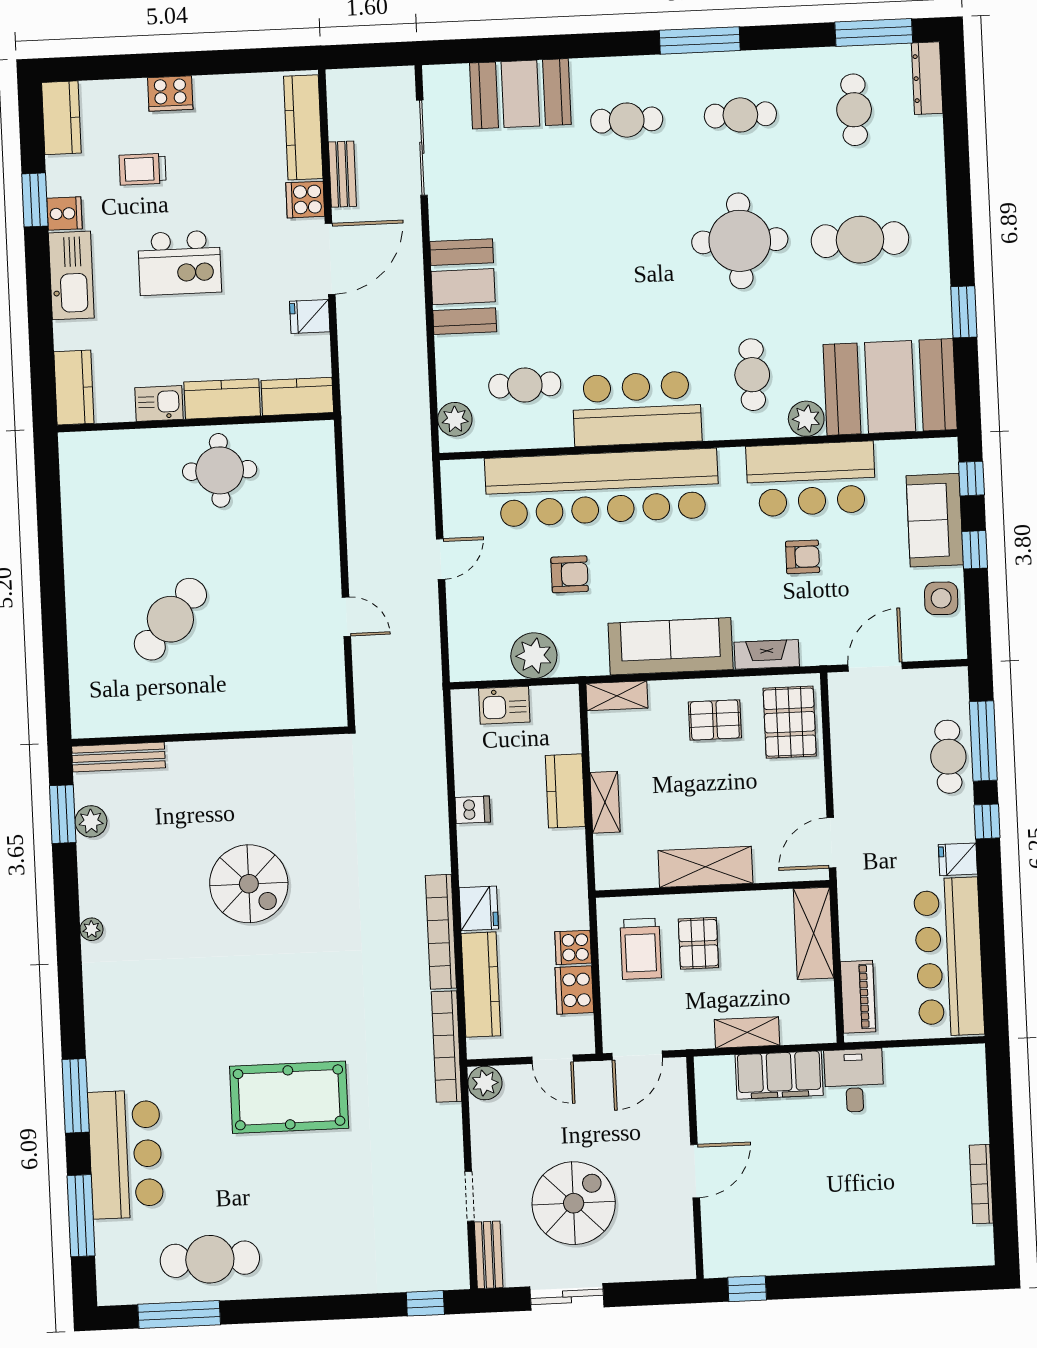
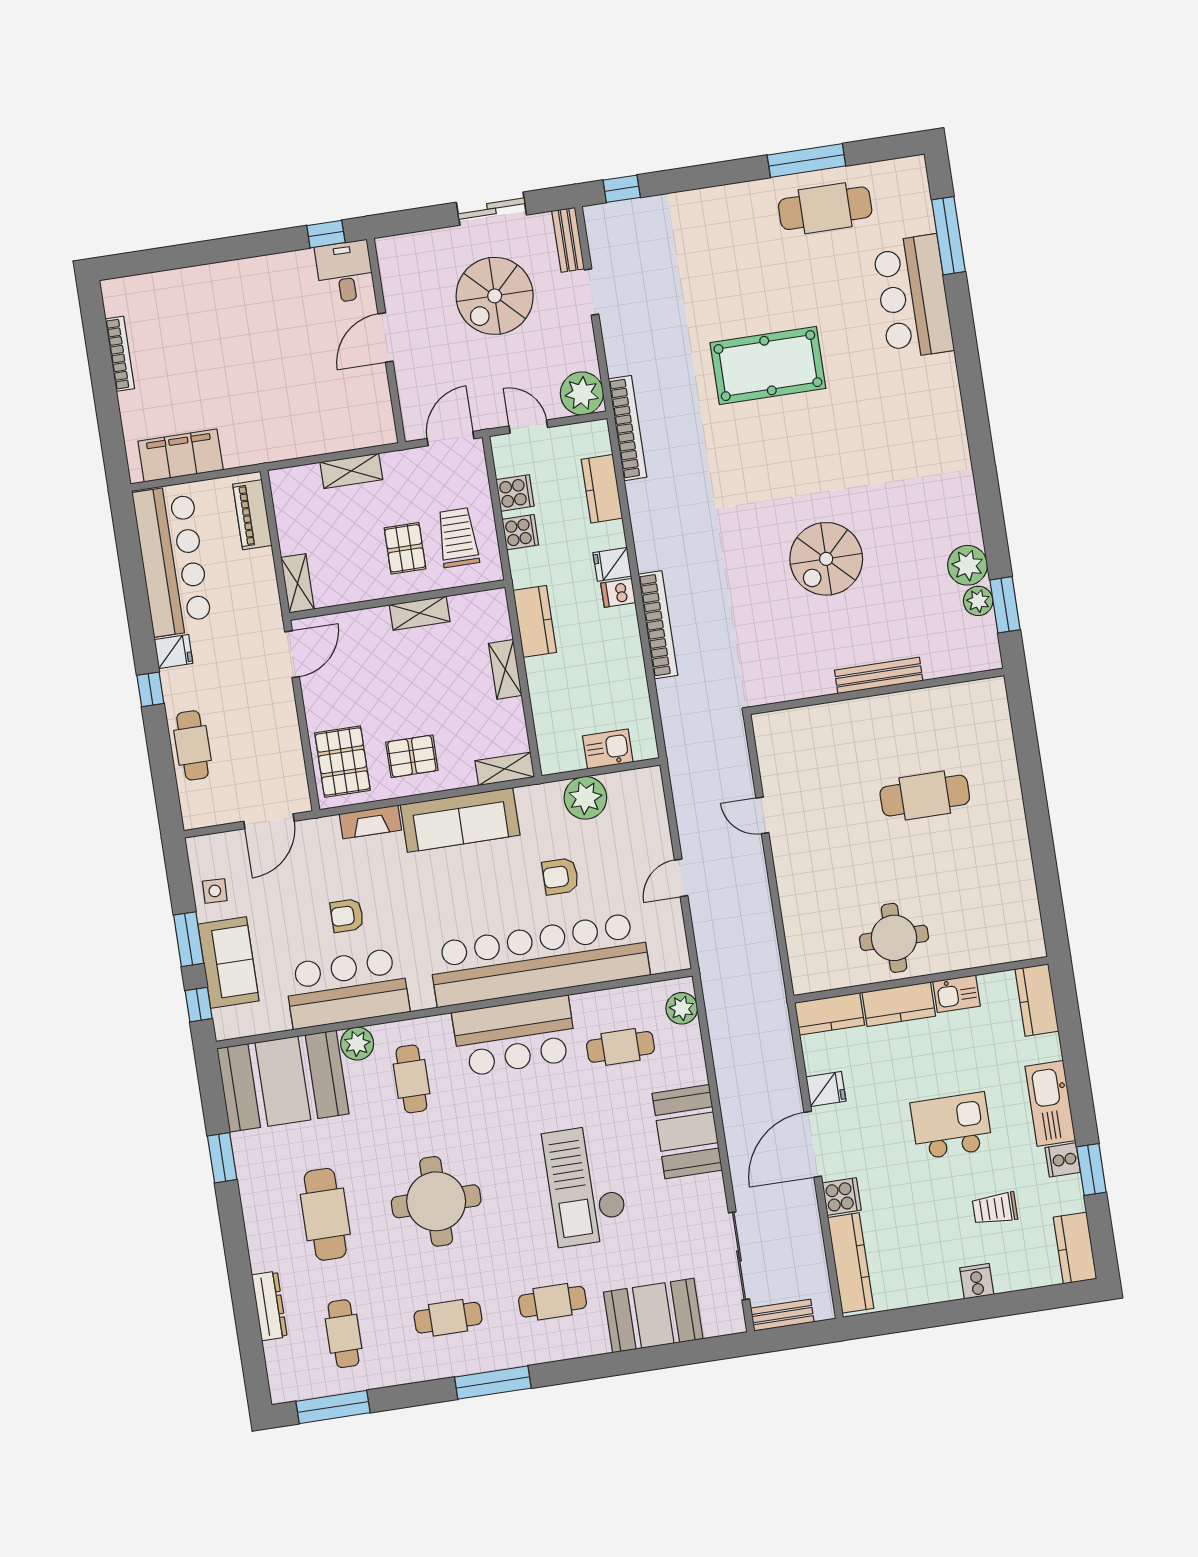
dresser: (927, 78) -> (269, 1306), moved
cooker: (170, 94) -> (977, 1281), width x0.73
trolley: (143, 169) -> (995, 1209), turned 180
bench: (342, 174) -> (782, 1315), moved, turned 90
cafe table: (860, 240) -> (325, 1214), turned 90
checkout: (578, 241) -> (585, 1185), added
window: (975, 550) -> (189, 939), width x1.50
side table: (941, 598) -> (215, 891), width x0.73, depth x0.73
cafe table: (170, 619) -> (925, 796), turned 49
window: (983, 741) -> (162, 763), removed
bench: (119, 757) -> (879, 675), moved
kitchen counter: (565, 791) -> (535, 621), moved
dishwasher: (473, 810) -> (618, 593), moved
shelving: (705, 867) -> (420, 613), width x0.67, depth x0.75
spiral stairs: (249, 884) -> (826, 559), turned -90
fridge: (479, 908) -> (612, 564), width x0.72
plant: (91, 929) -> (967, 565), moved, width x1.87, depth x1.87
bookcase: (441, 932) -> (658, 625), moved
shelving: (814, 933) -> (297, 583), width x0.67, depth x0.75
kitchen counter: (481, 985) -> (602, 489), width x0.67
cooker: (574, 990) -> (515, 493), width x0.73
filing cabinet: (779, 1075) -> (181, 456), moved
desk: (854, 1081) -> (345, 272), moved, turned 180
plant: (485, 1083) -> (582, 393), width x1.36, depth x1.36
window: (76, 1096) -> (965, 346), removed
window: (179, 1314) -> (806, 160), moved

